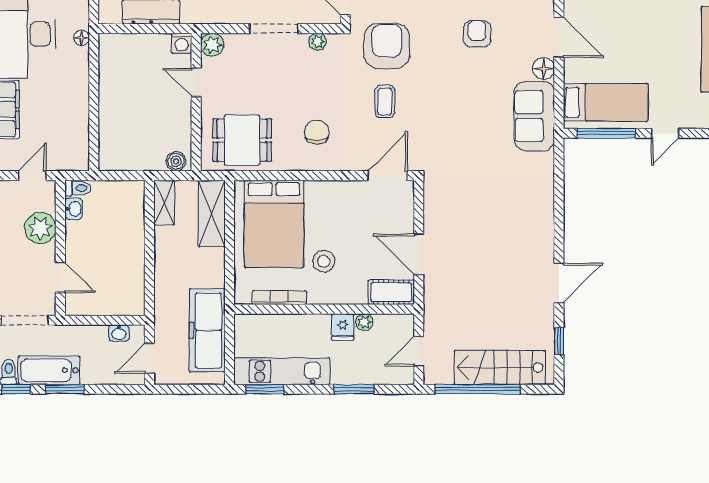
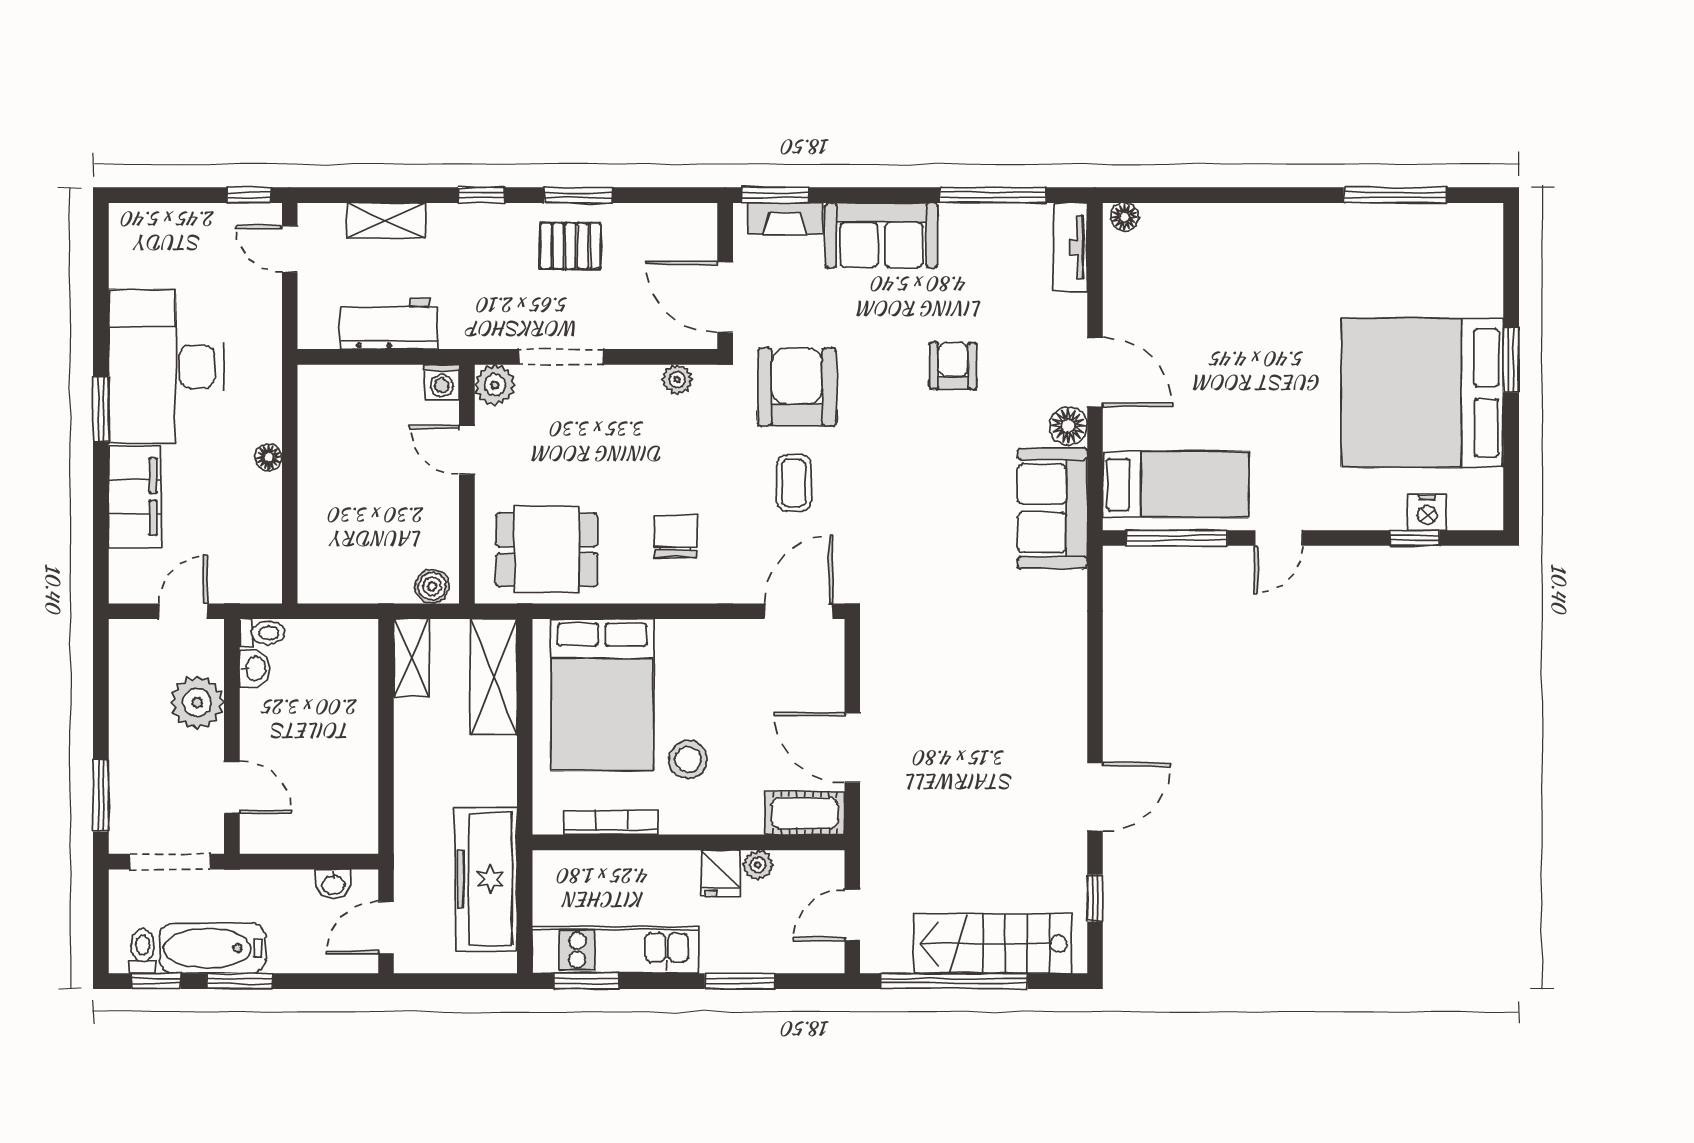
doorway: (274, 29) -> (561, 357), moved
floor lamp: (82, 38) -> (269, 457), moved

